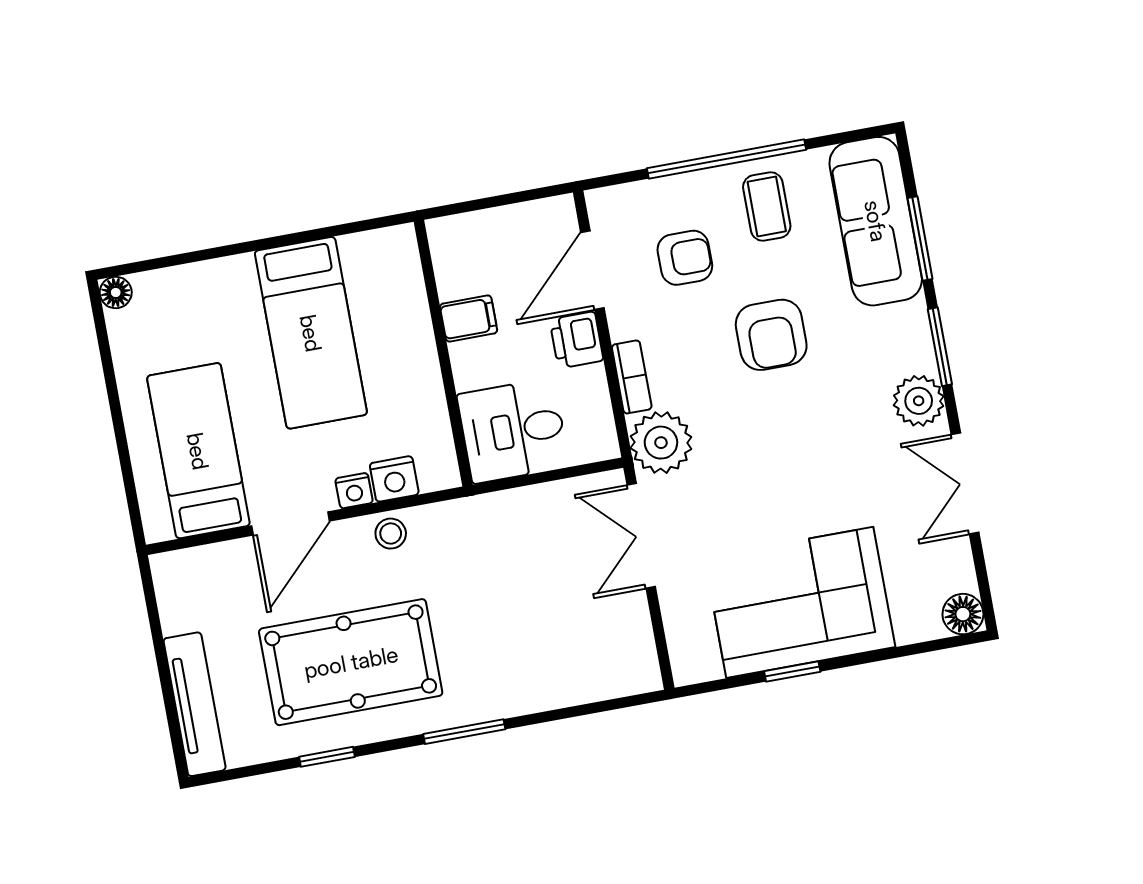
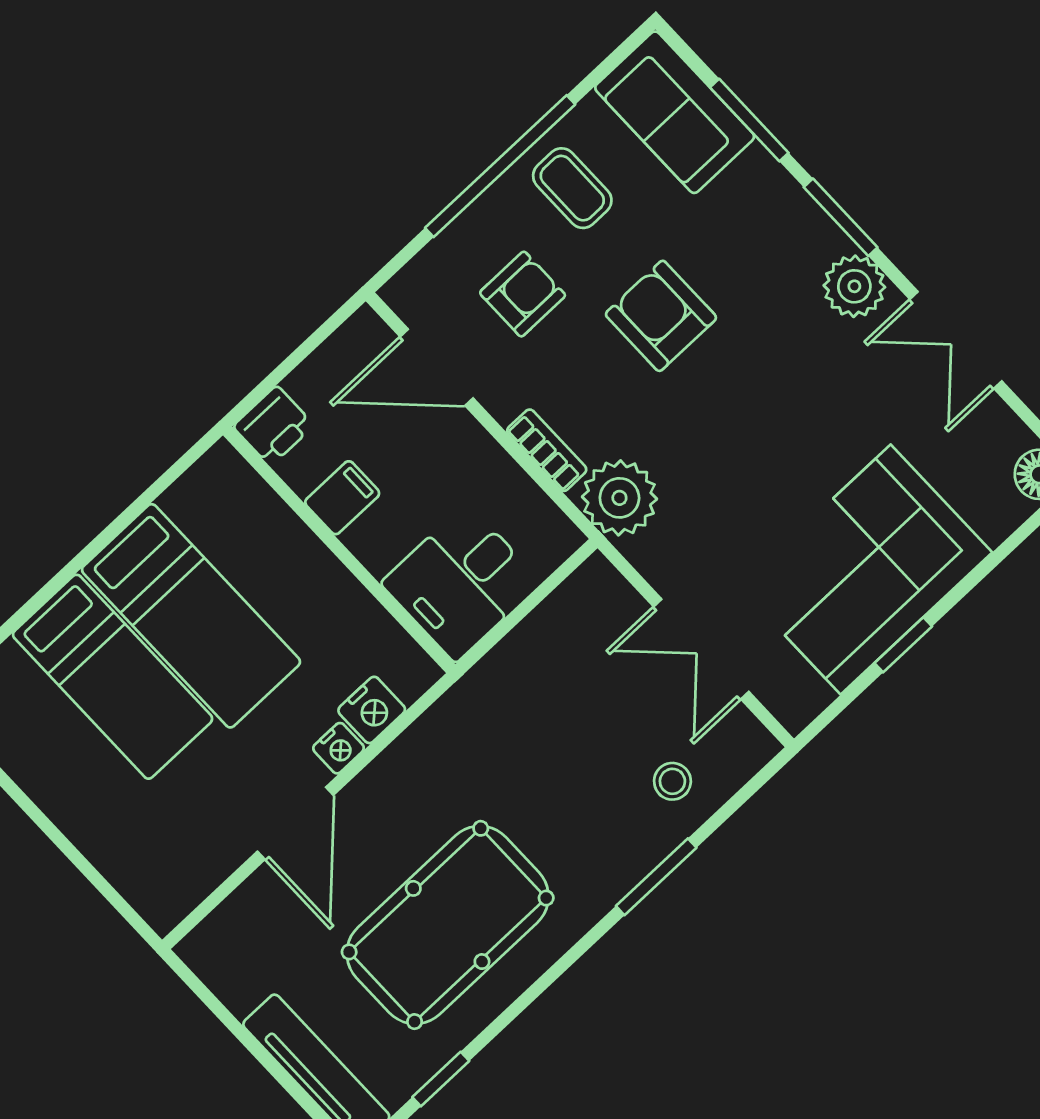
sofa: (876, 221) -> (675, 112), width x0.73
door: (592, 270) -> (437, 367), hinge flipped
armchair: (771, 335) -> (661, 316), turned 180
printer: (577, 340) -> (274, 426), moved, turned -90
bed: (198, 451) -> (113, 677), moved, turned 180
stool: (391, 534) -> (672, 781), moved
double door: (641, 536) -> (701, 649), moved
window: (464, 732) -> (656, 877), moved
window: (327, 757) -> (441, 1079), moved

